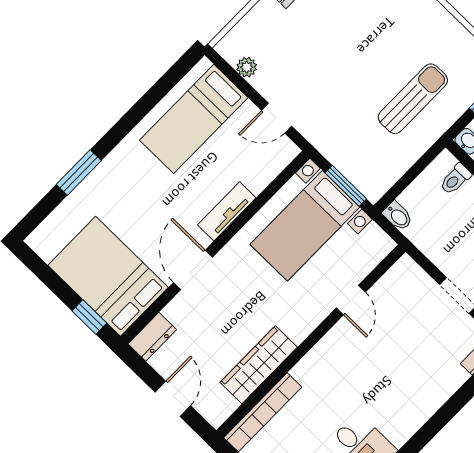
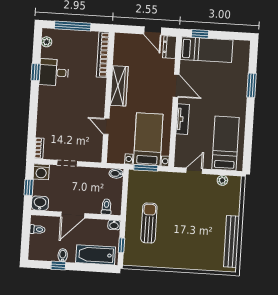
sun lounger: (413, 99) -> (149, 223), turned 180
bed: (108, 276) -> (207, 50), width x0.67
wardrobe: (259, 365) -> (119, 86), moved
door: (173, 399) -> (153, 31), moved

